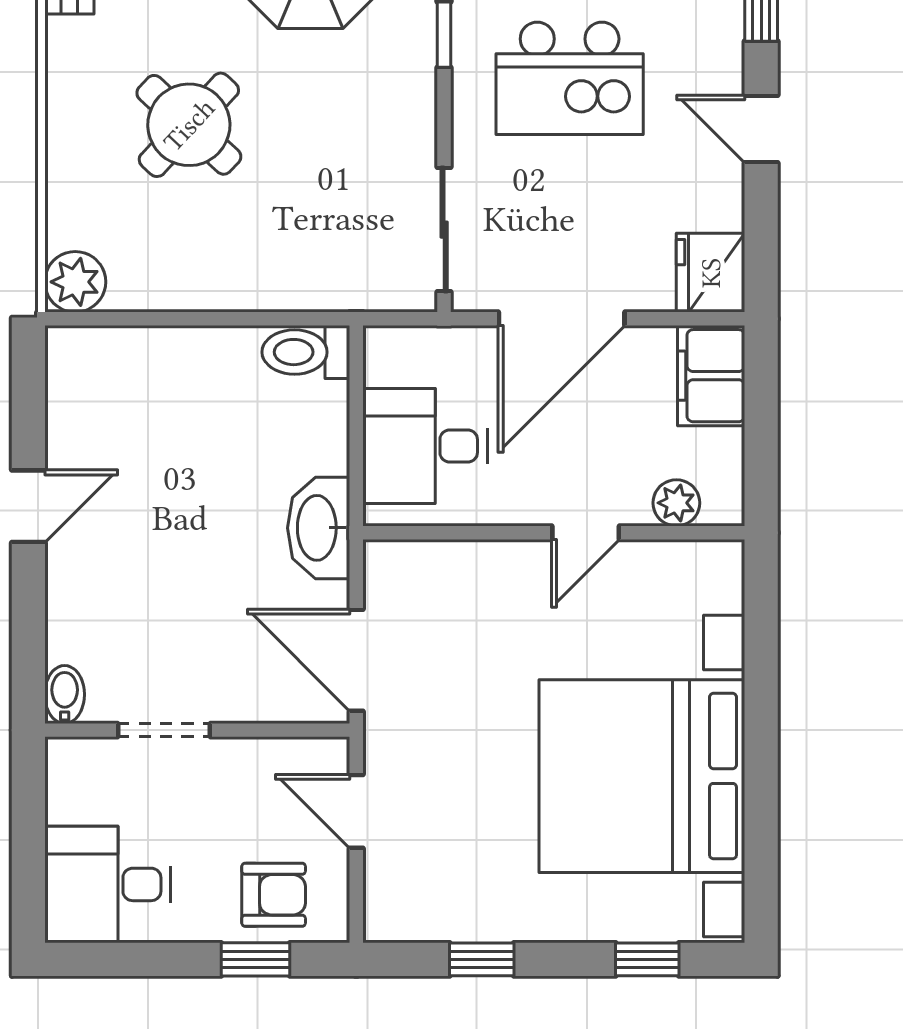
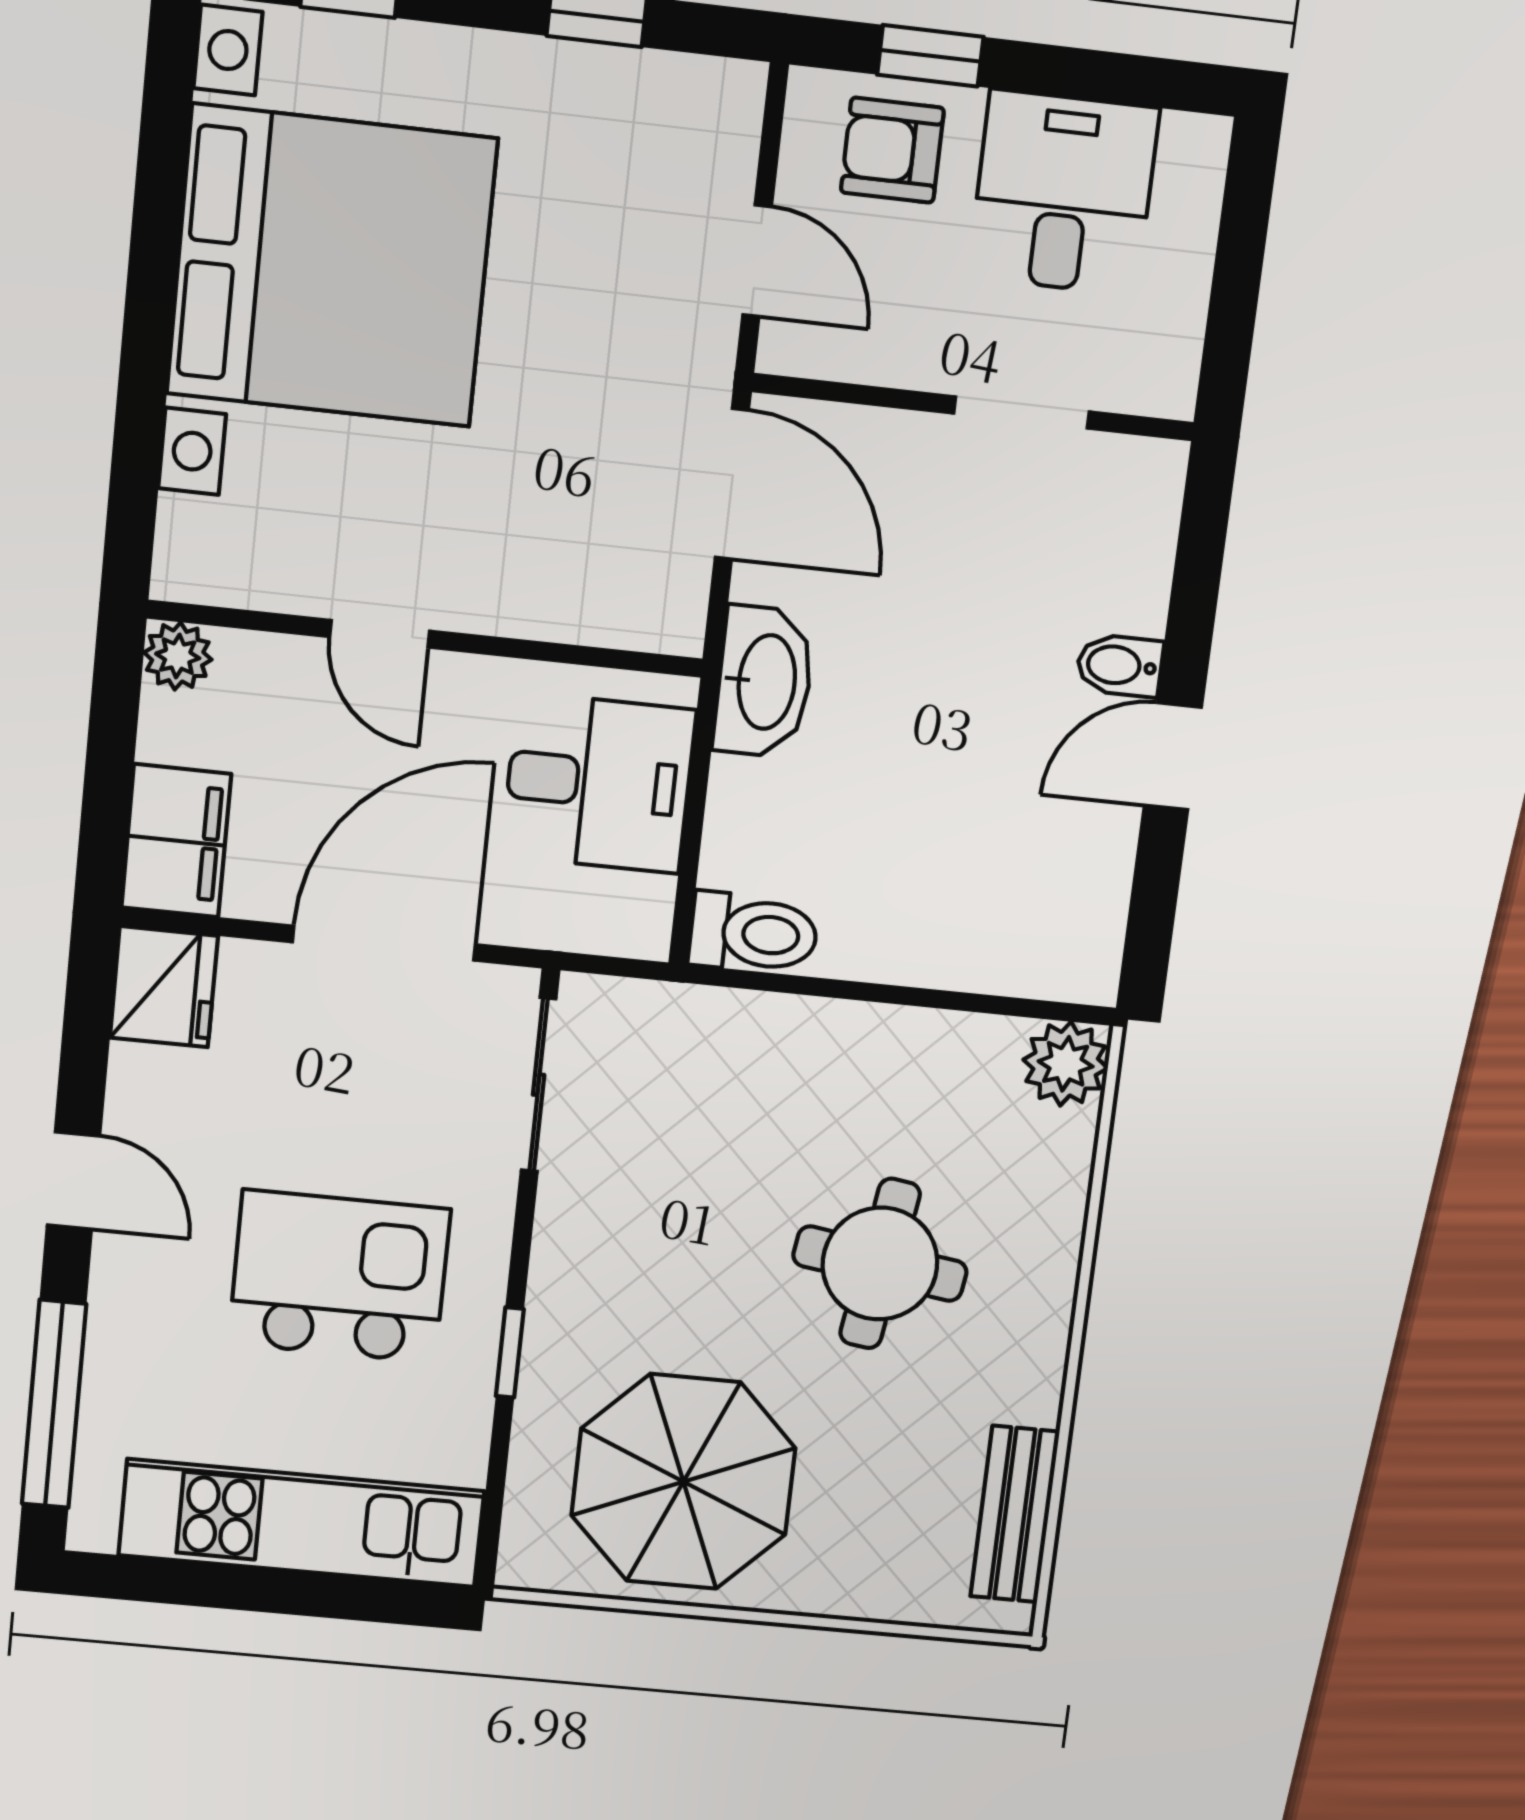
round table: (189, 125) -> (880, 1264), turned -35
plant: (676, 503) -> (178, 656), moved
door: (586, 533) -> (380, 634), swing flipped
bidet: (65, 694) -> (1120, 665), moved, turned 90
desk: (108, 884) -> (1064, 193), moved, turned -90

